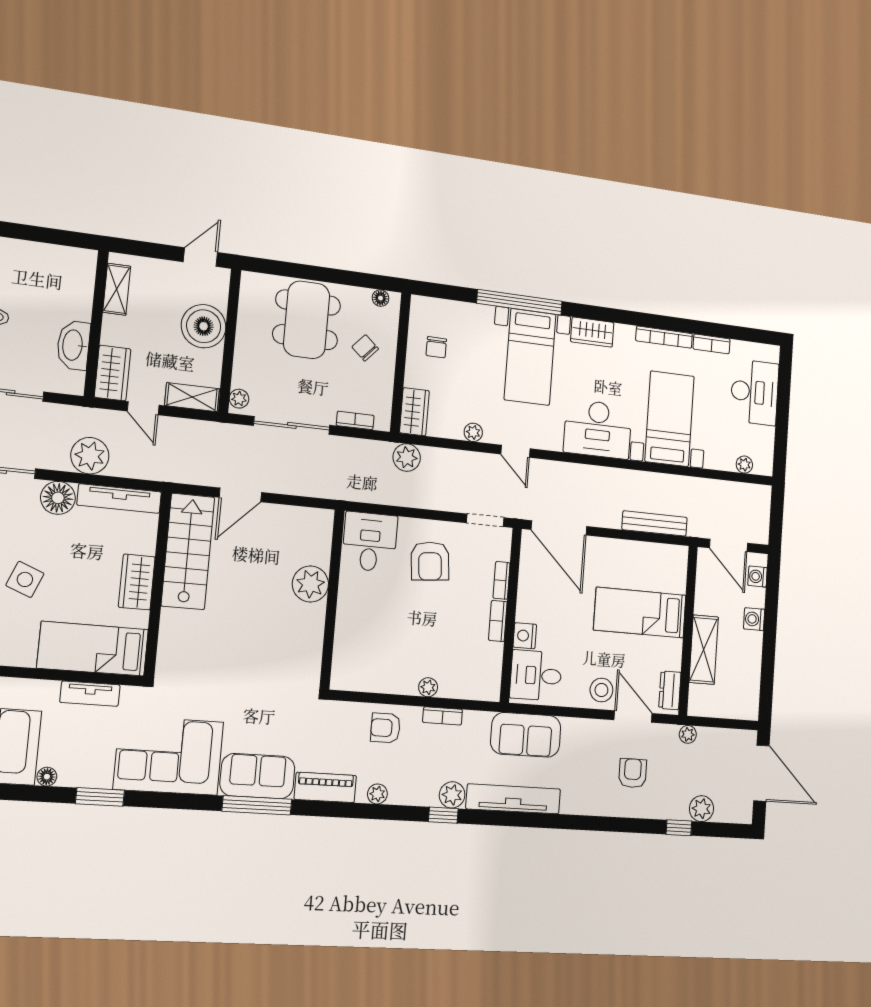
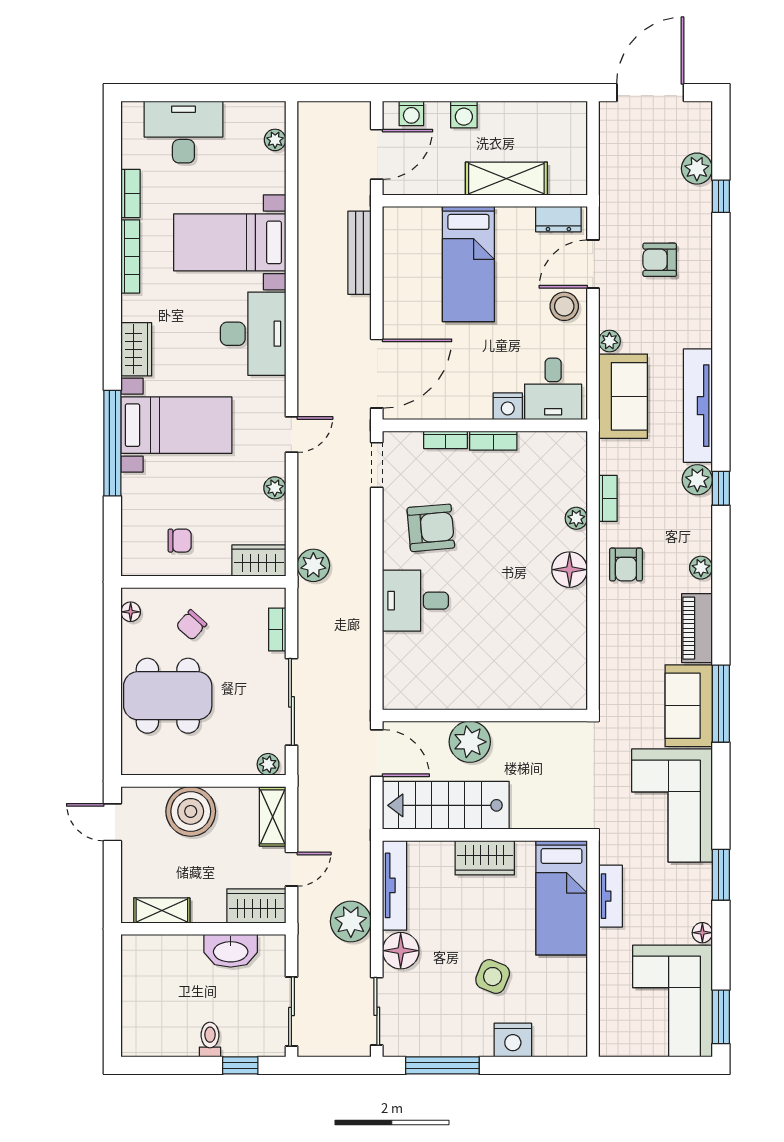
plant: (310, 584) -> (470, 742), moved
wall: (332, 599) -> (485, 715), moved
floor lamp: (385, 678) -> (570, 570), added
plant: (688, 734) -> (609, 341), moved

